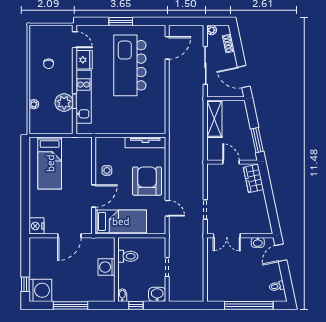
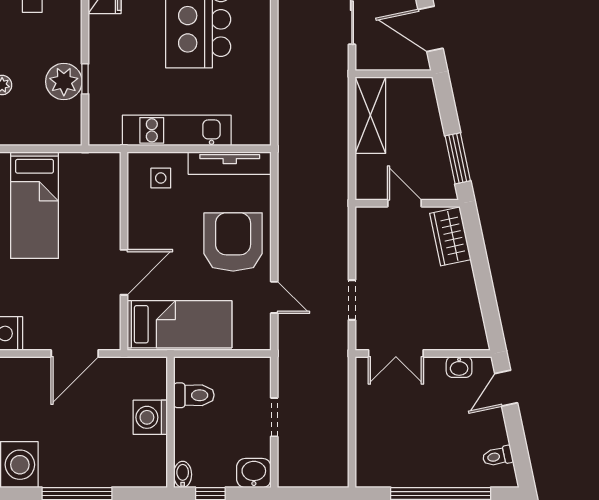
kitchen unit: (84, 97) -> (177, 130), moved, turned -90
side table: (107, 170) -> (161, 178), moved

